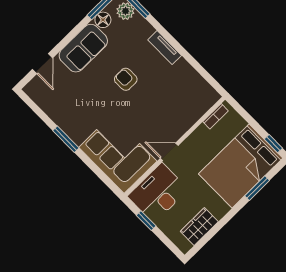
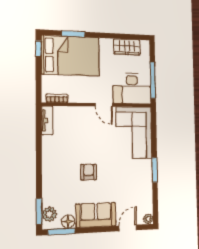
tv unit: (165, 48) -> (47, 120), moved
armchair: (126, 79) -> (89, 172), turned 180
plant: (30, 89) -> (148, 219), added
window: (146, 221) -> (153, 80), width x2.17

